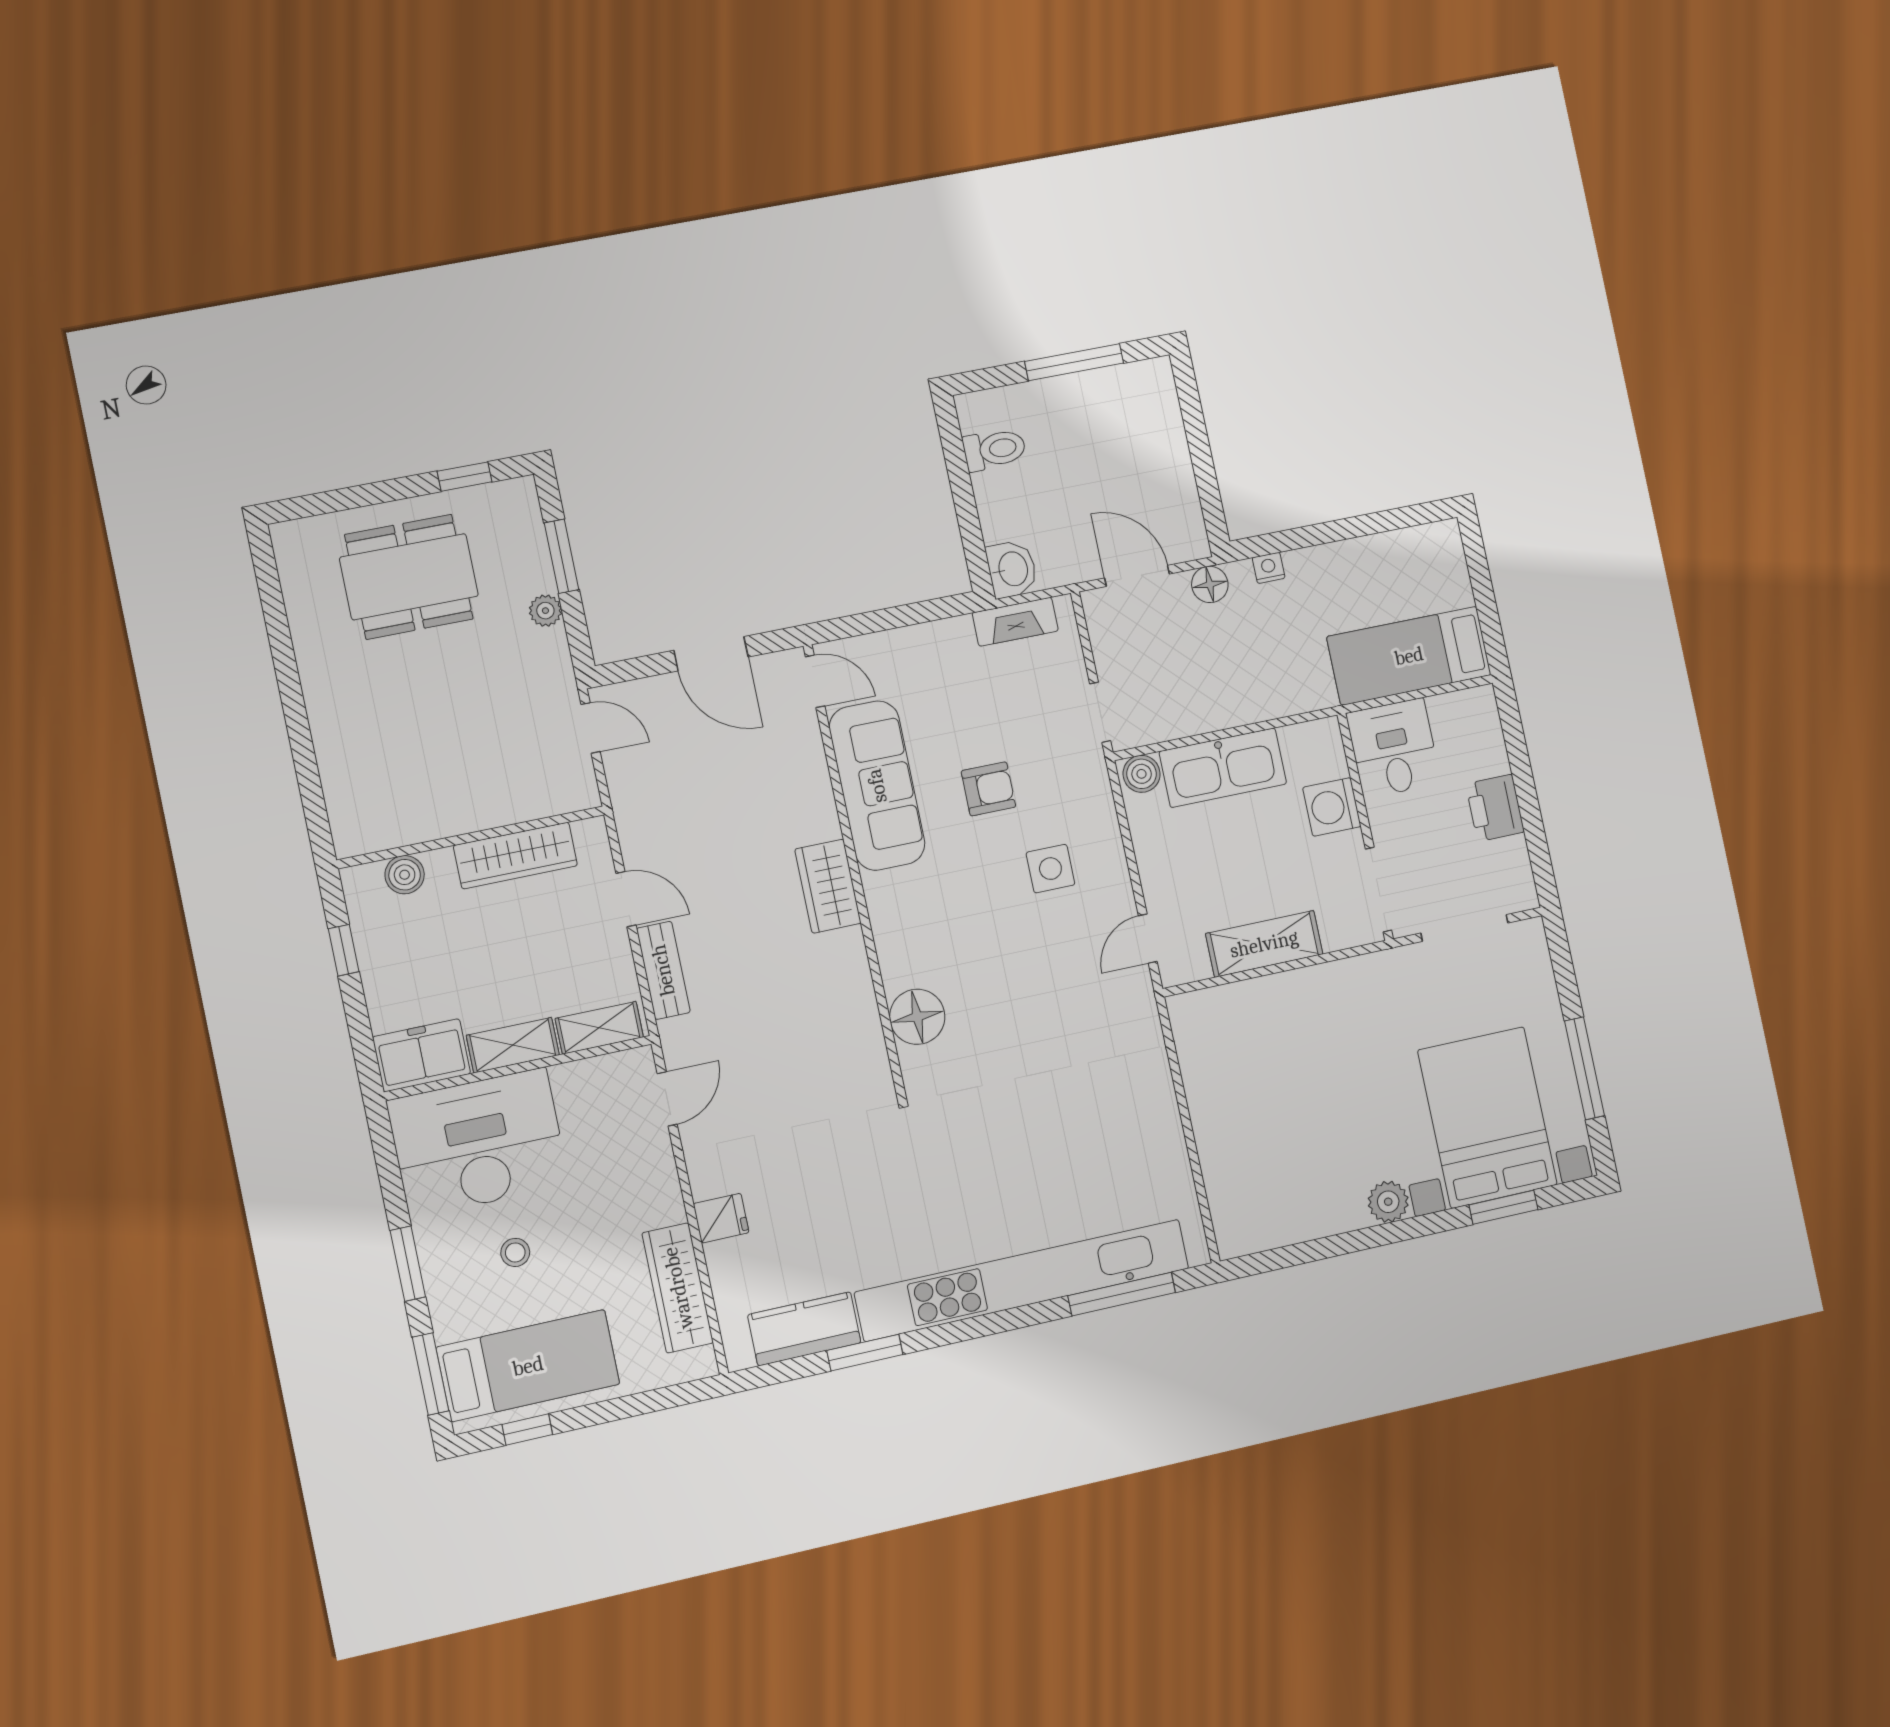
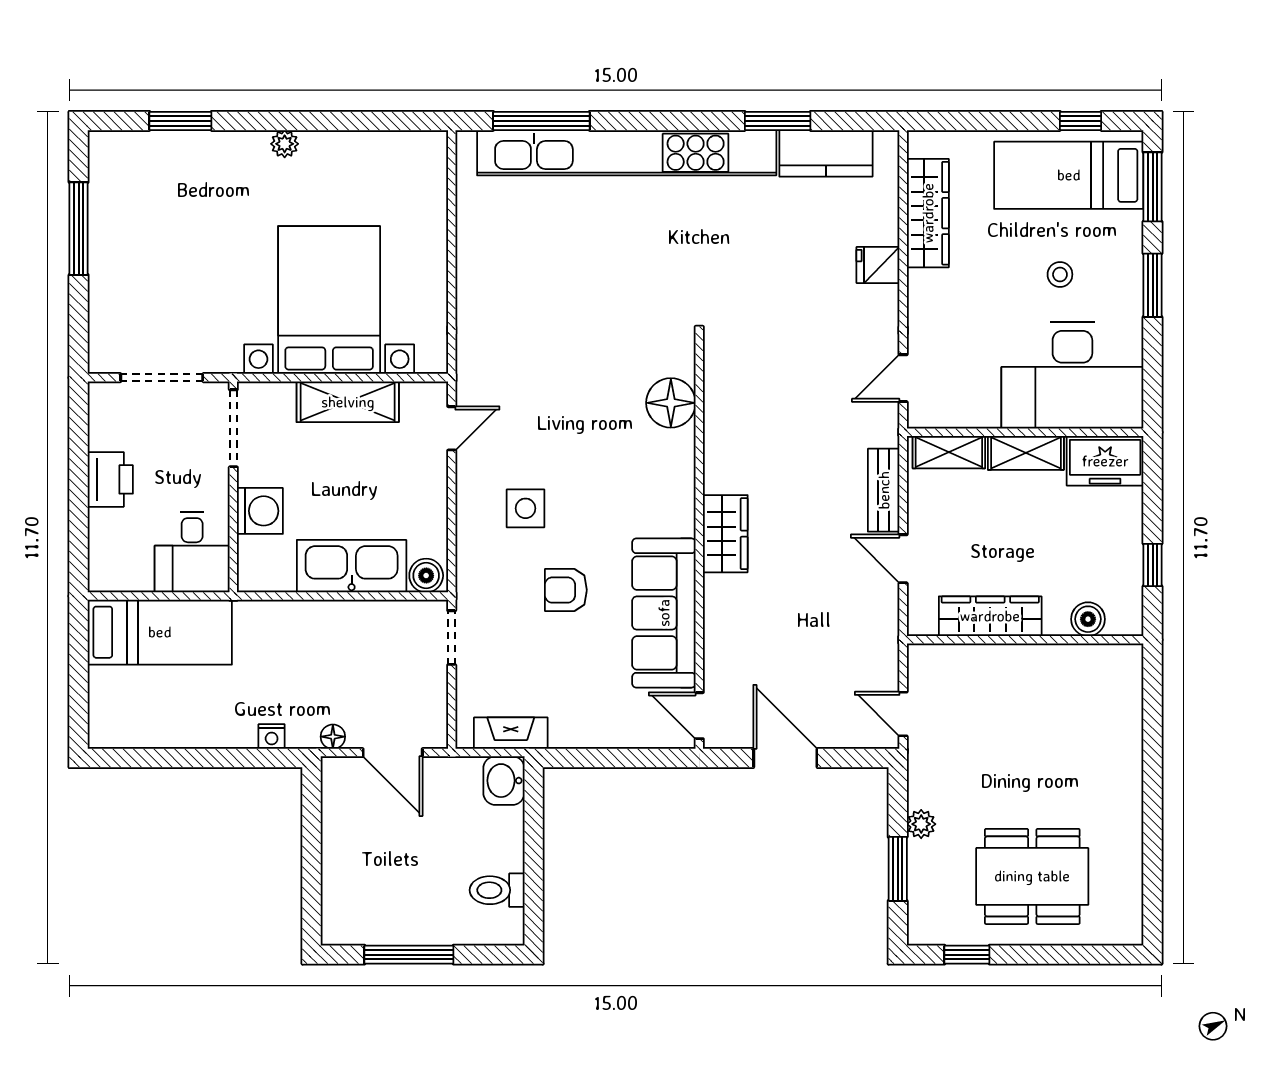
floor lamp: (1210, 584) -> (333, 737), width x0.73, depth x0.73
bed with nightstands: (1487, 1117) -> (329, 300), moved, turned 180
plant: (1388, 1202) -> (285, 144), width x0.73, depth x0.73

